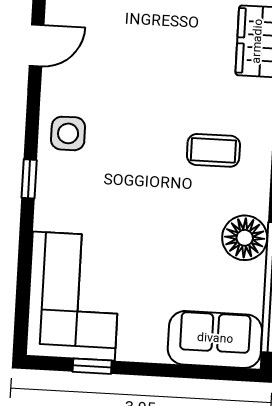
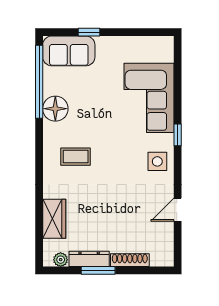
corner sofa: (74, 296) -> (149, 98), moved
window: (92, 366) -> (89, 32), moved

